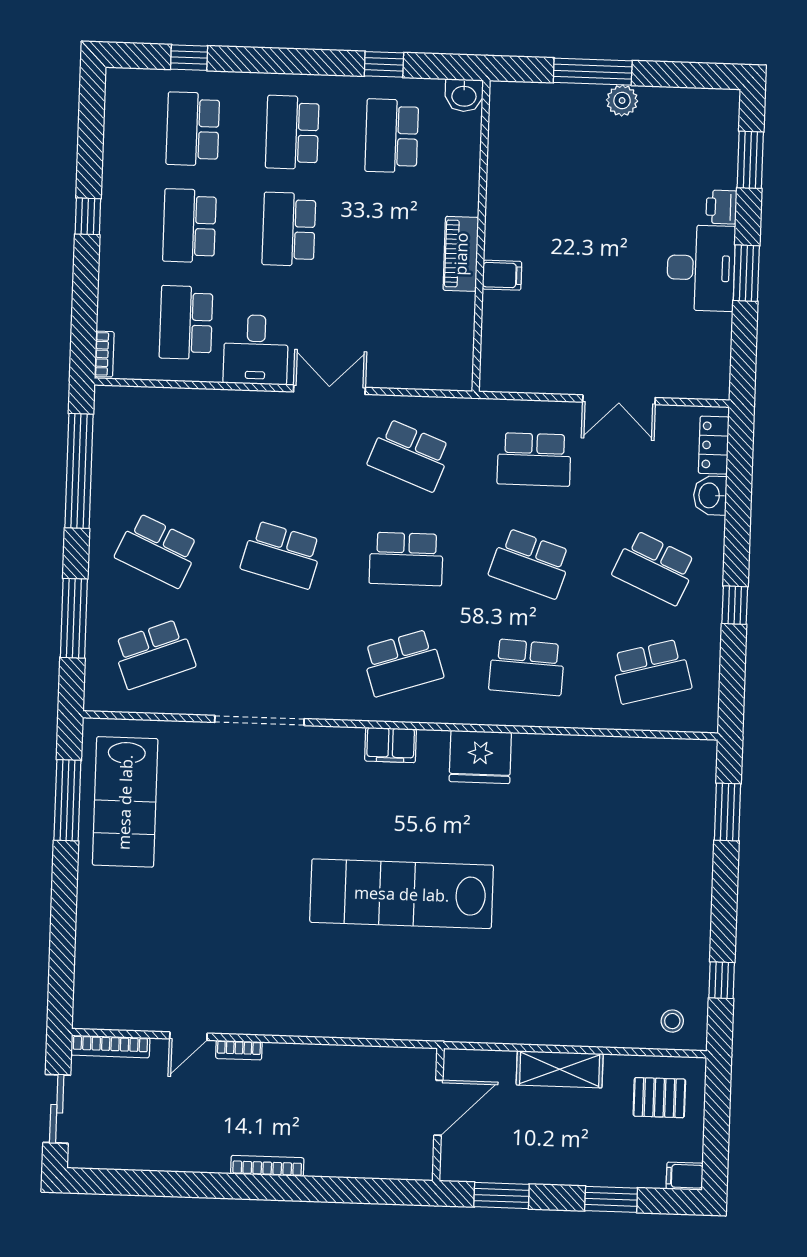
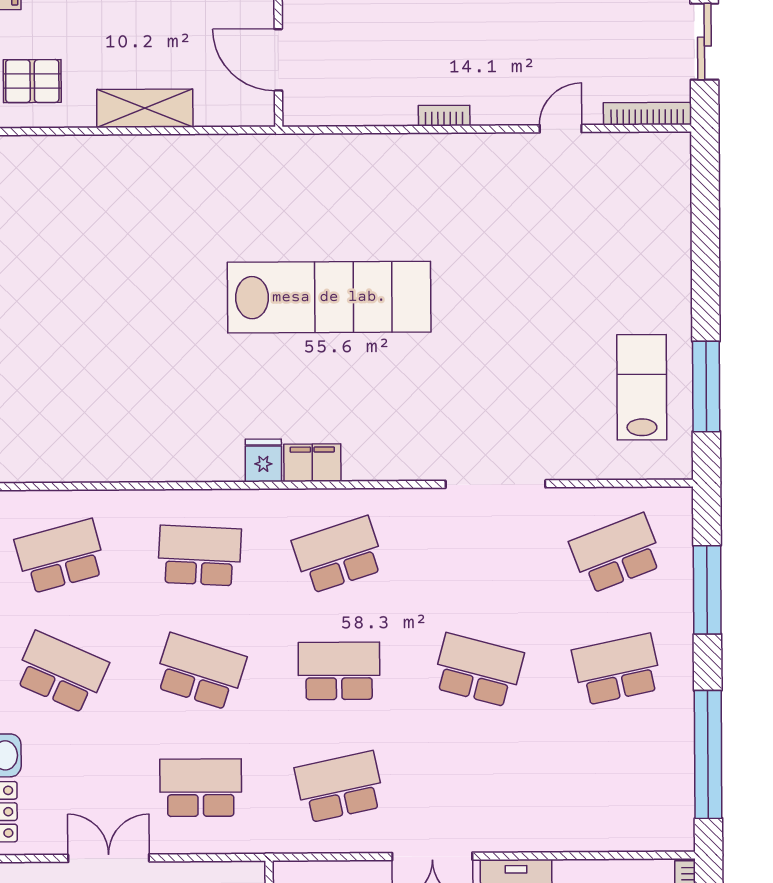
school desk: (410, 455) -> (340, 787), turned -33
school desk: (157, 550) -> (617, 669), turned -36
filing cabinet: (391, 745) -> (312, 463), moved
fridge: (480, 757) -> (263, 460), width x0.53, depth x0.75
lab bench: (125, 802) -> (642, 387), width x0.73, depth x0.72
stool: (672, 1021) -> (21, 167), removed
bookcase: (239, 1050) -> (444, 116), moved
door: (438, 1108) -> (278, 60), hinge flipped

